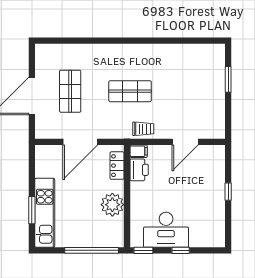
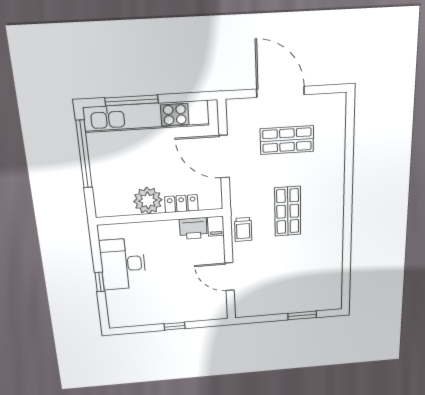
locker: (117, 166) -> (181, 204), moved
window: (32, 210) -> (132, 100), width x1.44
kitchen unit: (45, 213) -> (146, 116), width x1.36
window: (92, 250) -> (84, 154), moved
window: (143, 250) -> (95, 241), removed

